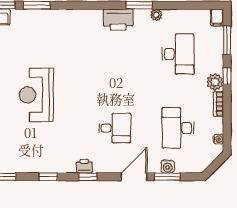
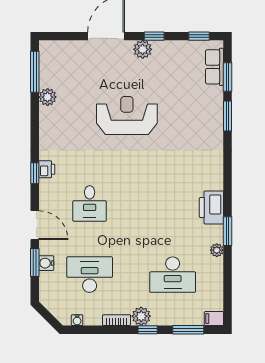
plant: (20, 165) -> (48, 97), added
window: (48, 177) -> (35, 129), removed

